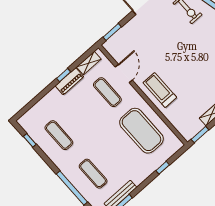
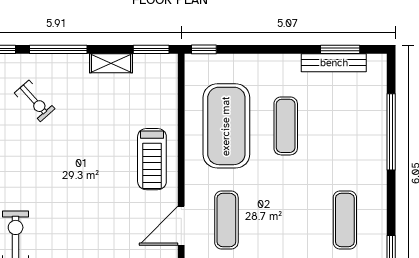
window: (163, 168) -> (204, 49), moved
exercise mat: (93, 174) -> (286, 126), moved

